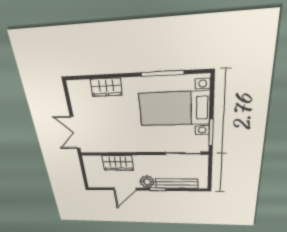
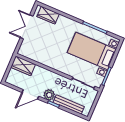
wardrobe: (106, 87) -> (48, 15), moved
double door: (75, 133) -> (27, 27), moved
wardrobe: (118, 163) -> (23, 66), moved

